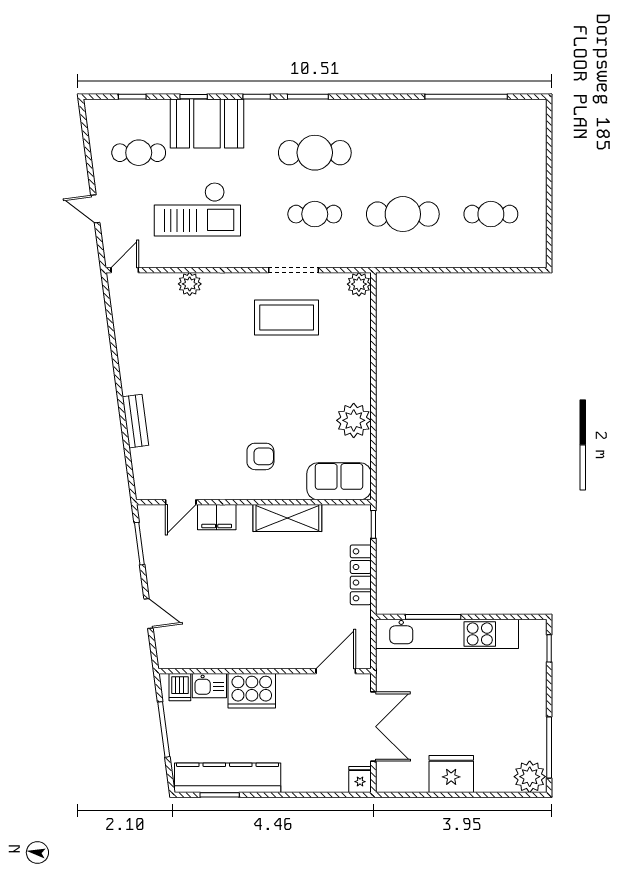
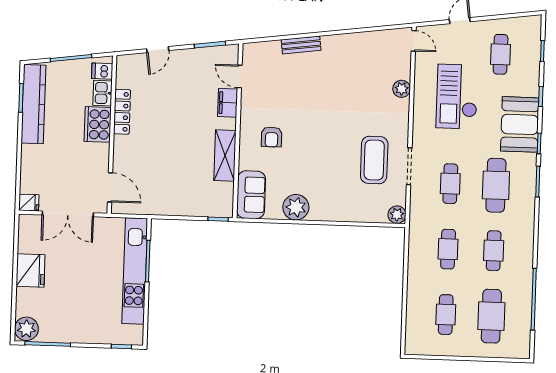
booth: (207, 124) -> (520, 124), moved
cafe table: (403, 153) -> (494, 251), added
cafe table: (491, 153) -> (491, 316), added
cafe table: (403, 214) -> (448, 249), width x0.73, depth x0.74
locker: (361, 575) -> (122, 112), moved, turned 90

